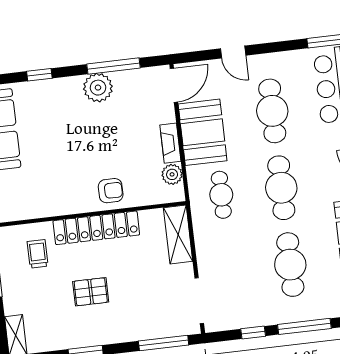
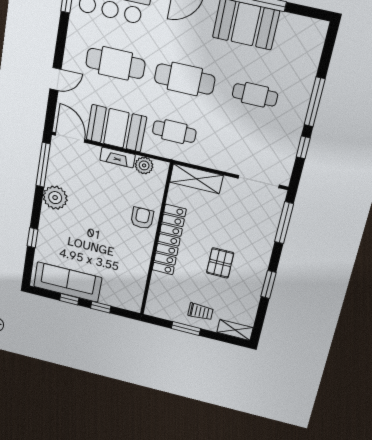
window: (114, 66) -> (43, 165), moved
trolley: (38, 254) -> (201, 312), moved, turned 180
cafe table: (290, 265) -> (255, 95), width x0.73, depth x0.74

